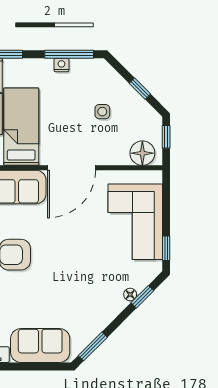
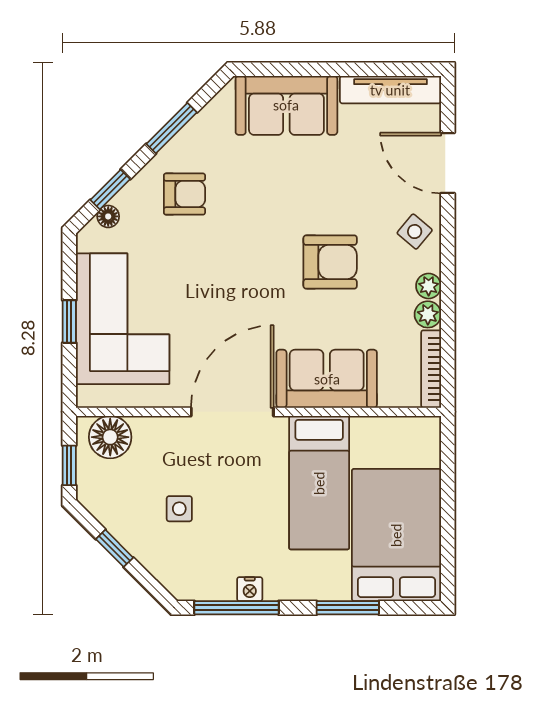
window: (166, 248) -> (69, 322), moved
armchair: (99, 294) -> (184, 194), added
floor lamp: (130, 295) -> (108, 216), moved
window: (93, 346) -> (172, 128), moved

